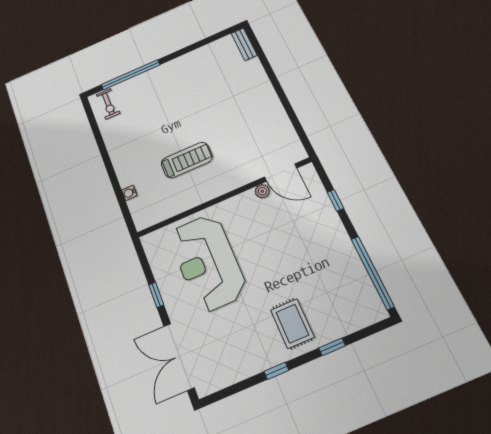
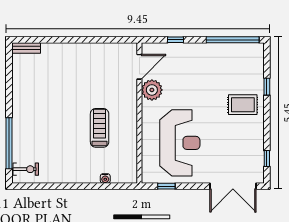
plant: (262, 191) -> (152, 90), width x1.87, depth x1.87
reception desk: (207, 262) -> (180, 143), turned -90
window: (156, 295) -> (166, 186), moved
window: (276, 371) -> (267, 158), moved

